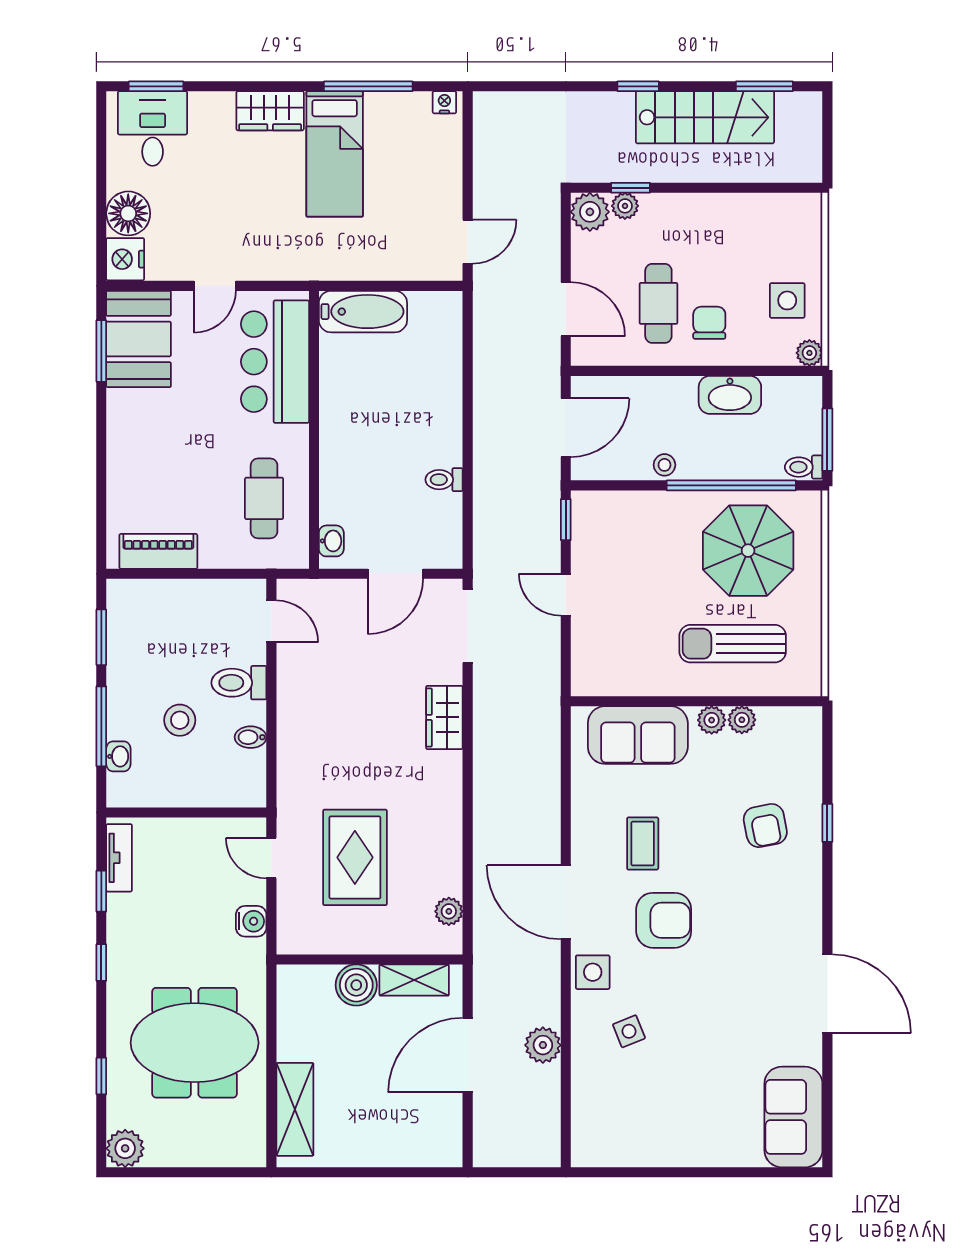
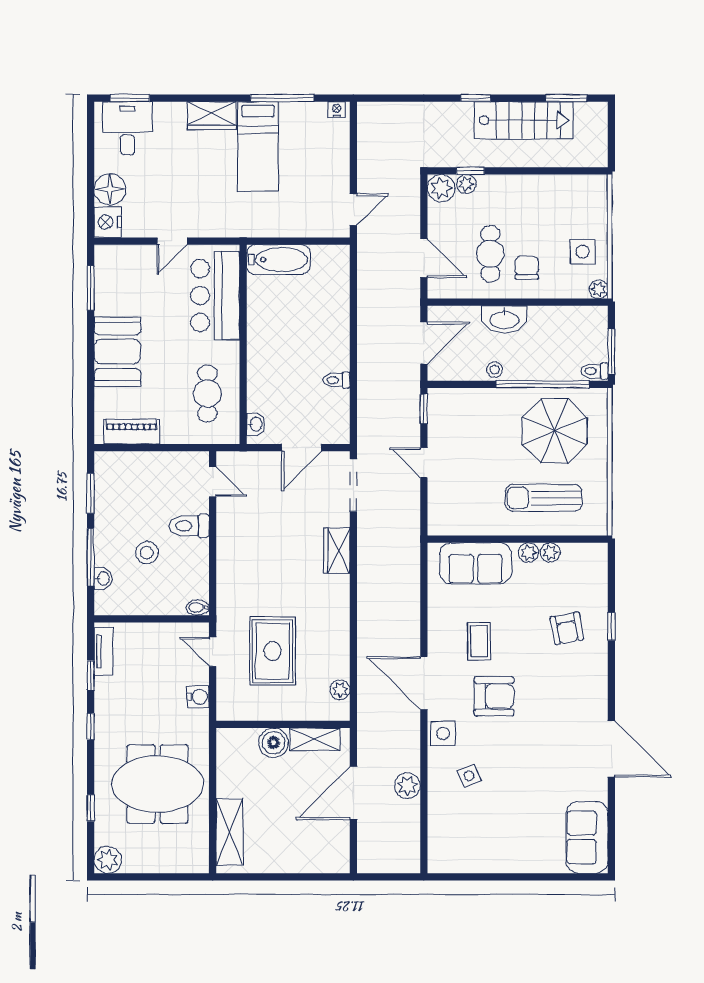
booth: (139, 339) -> (117, 352), moved
washbasin: (730, 395) -> (504, 319), moved
bidet: (251, 737) -> (198, 608), moved

